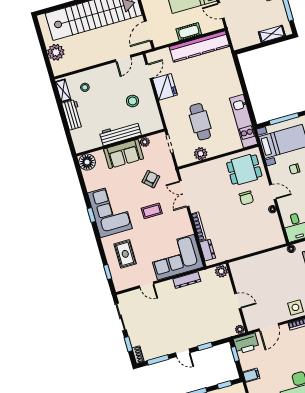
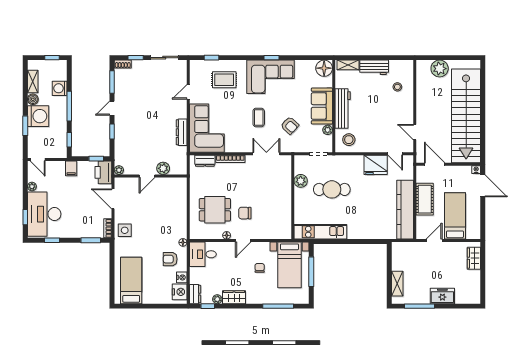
cot: (189, 32) -> (425, 199), width x1.37, depth x1.34
shelving: (63, 91) -> (348, 65), moved
stool: (133, 101) -> (349, 140), moved
dining table: (244, 170) -> (215, 210), moved, turned 90
plant: (221, 271) -> (163, 168), moved

